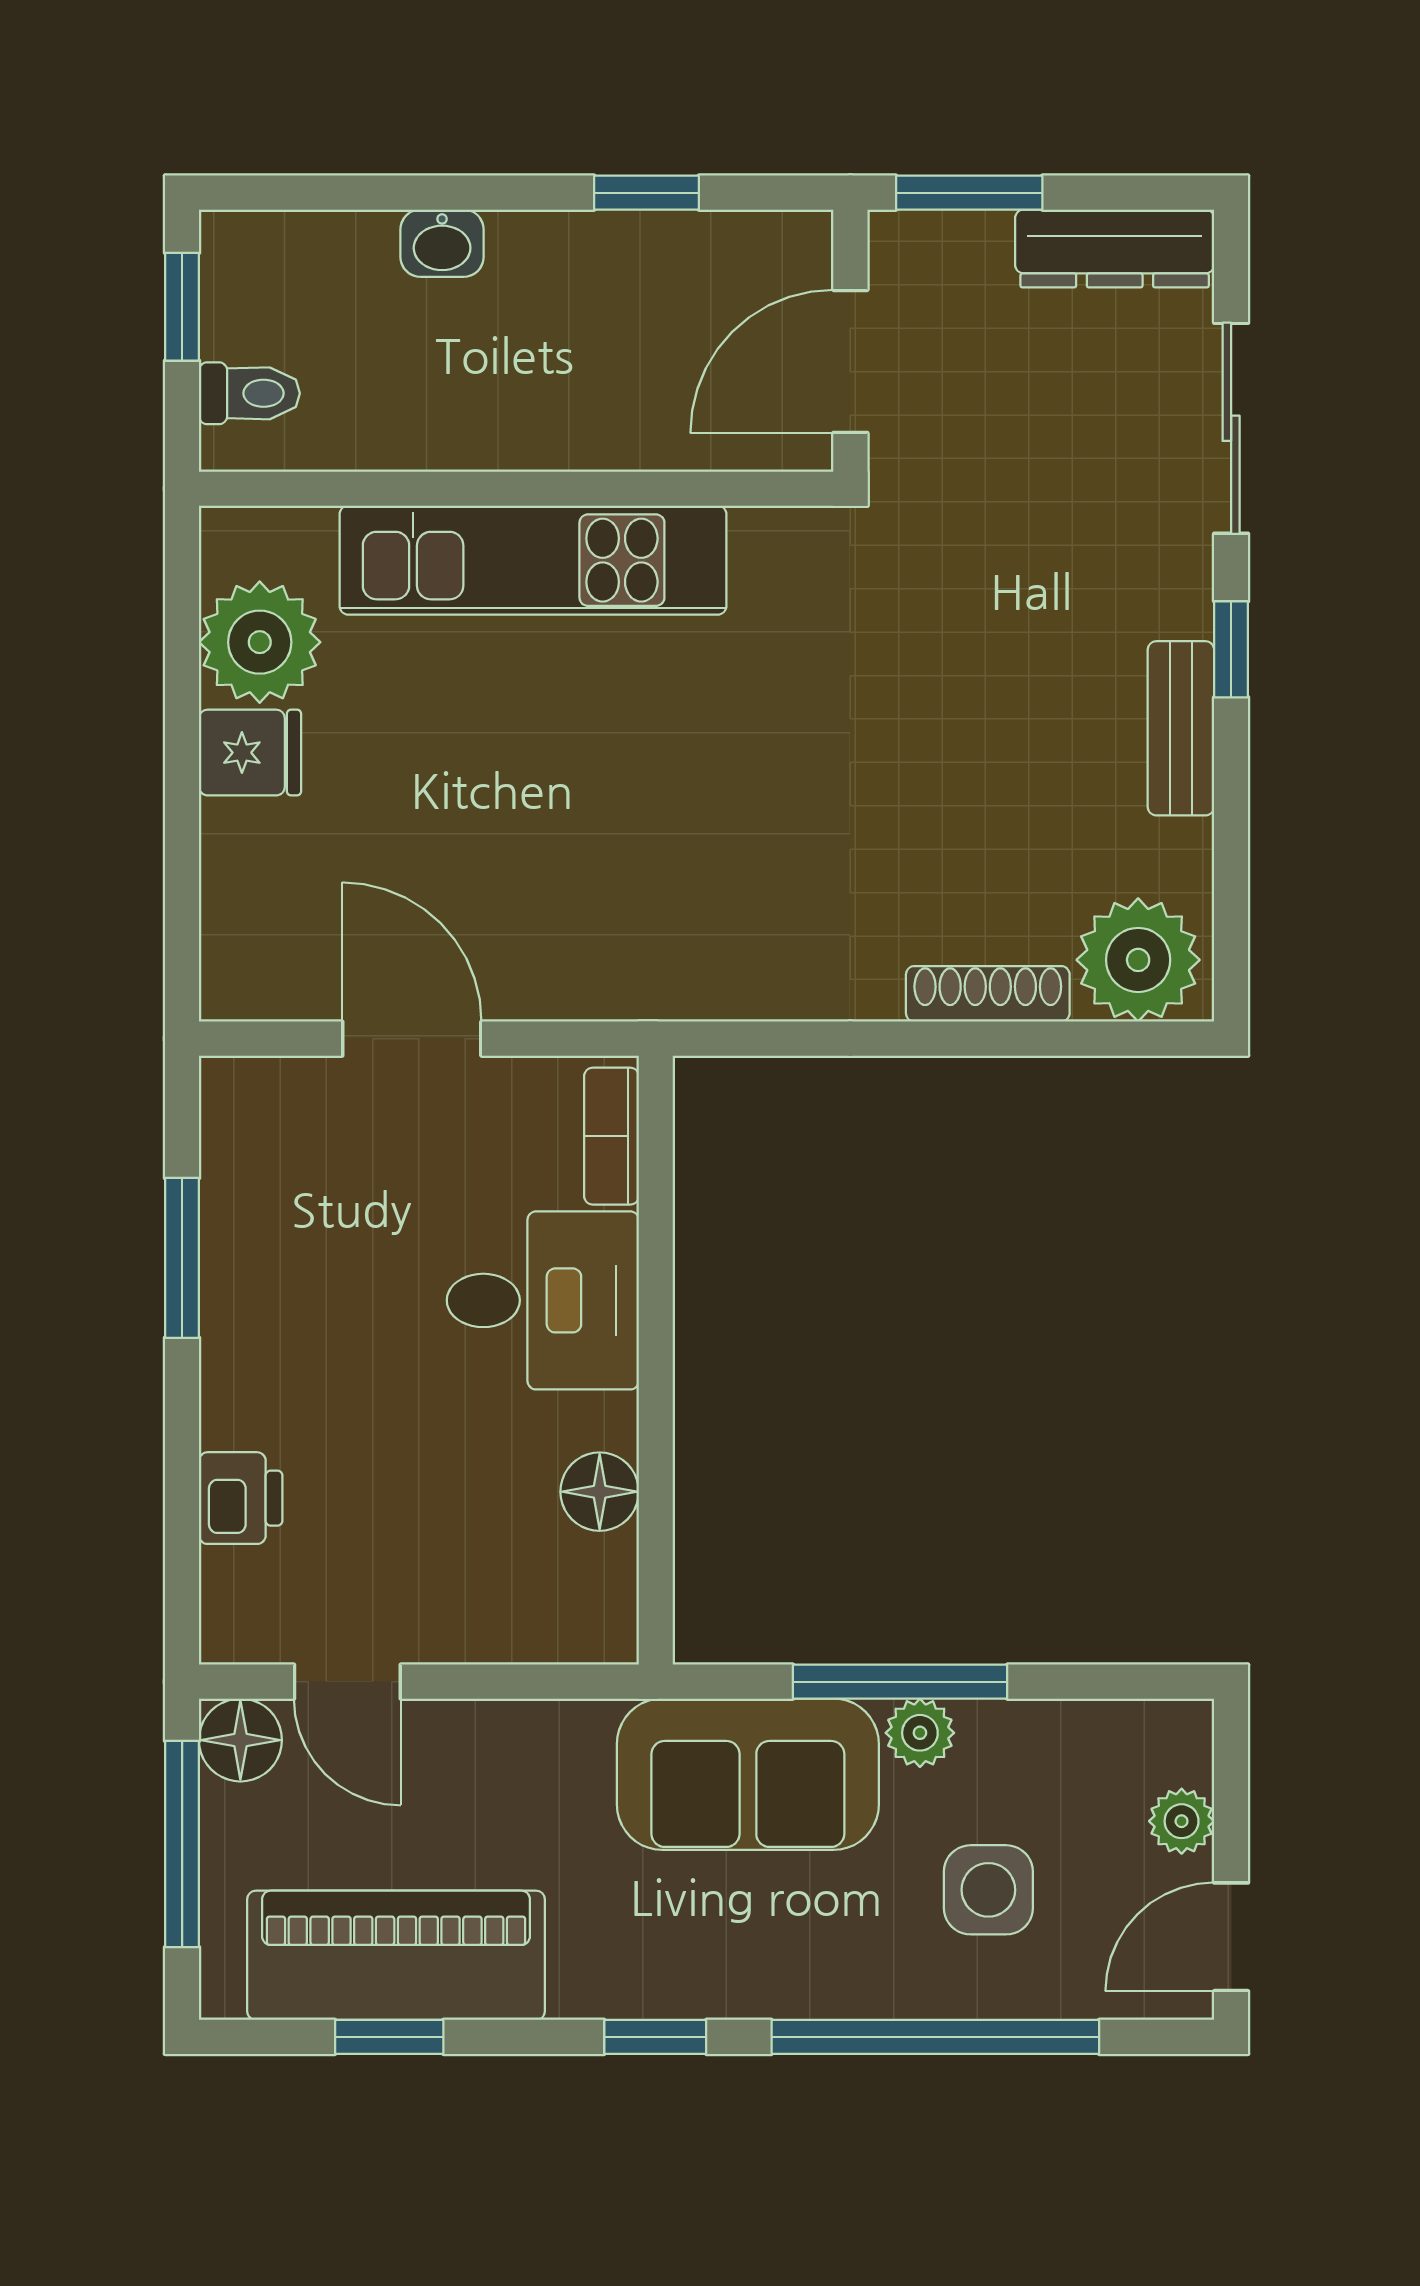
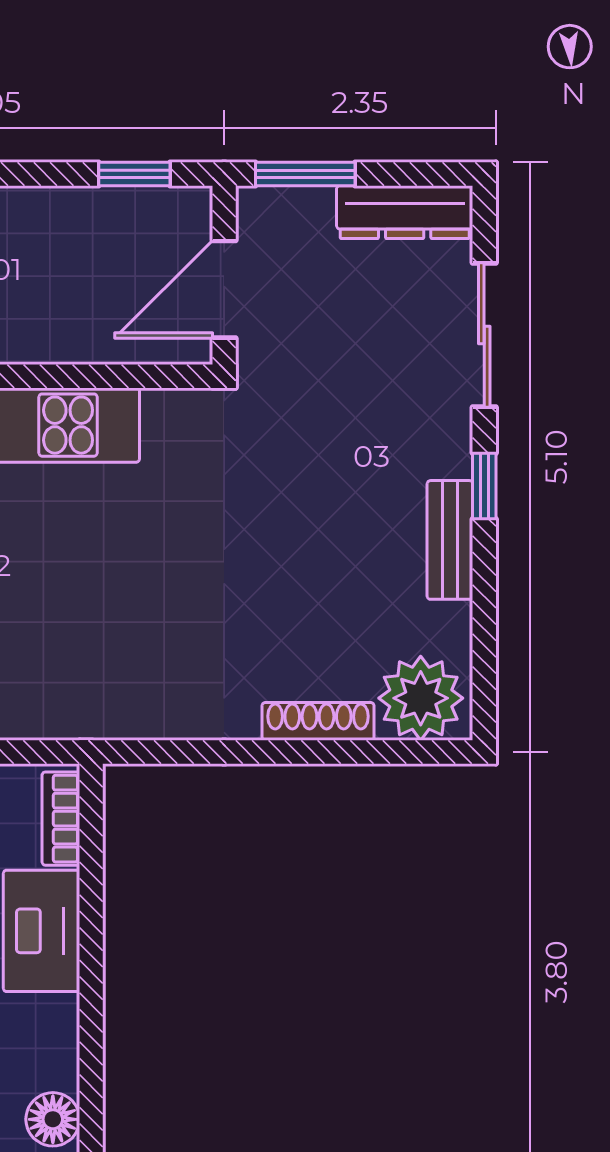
window: (647, 193) -> (134, 174), moved
floor lamp: (600, 1492) -> (53, 1119), moved

